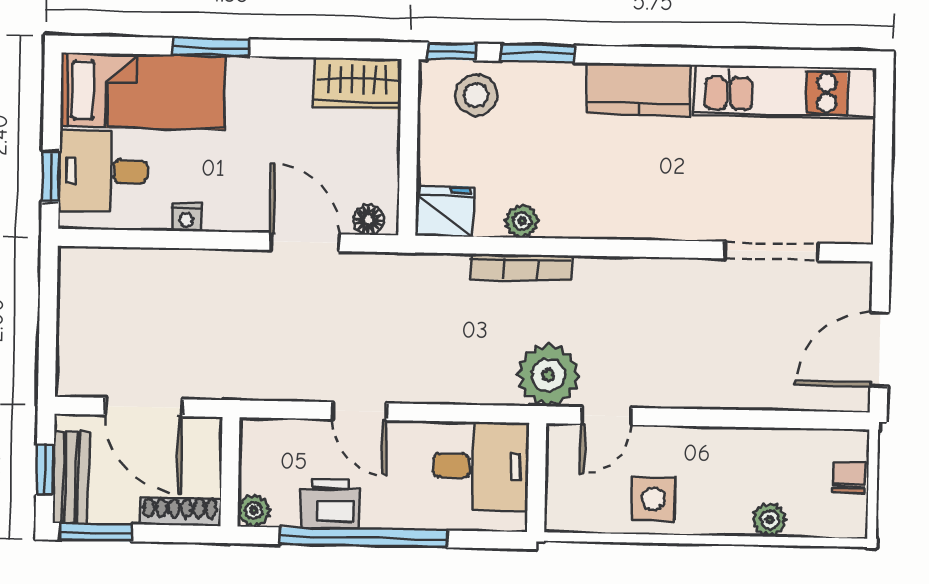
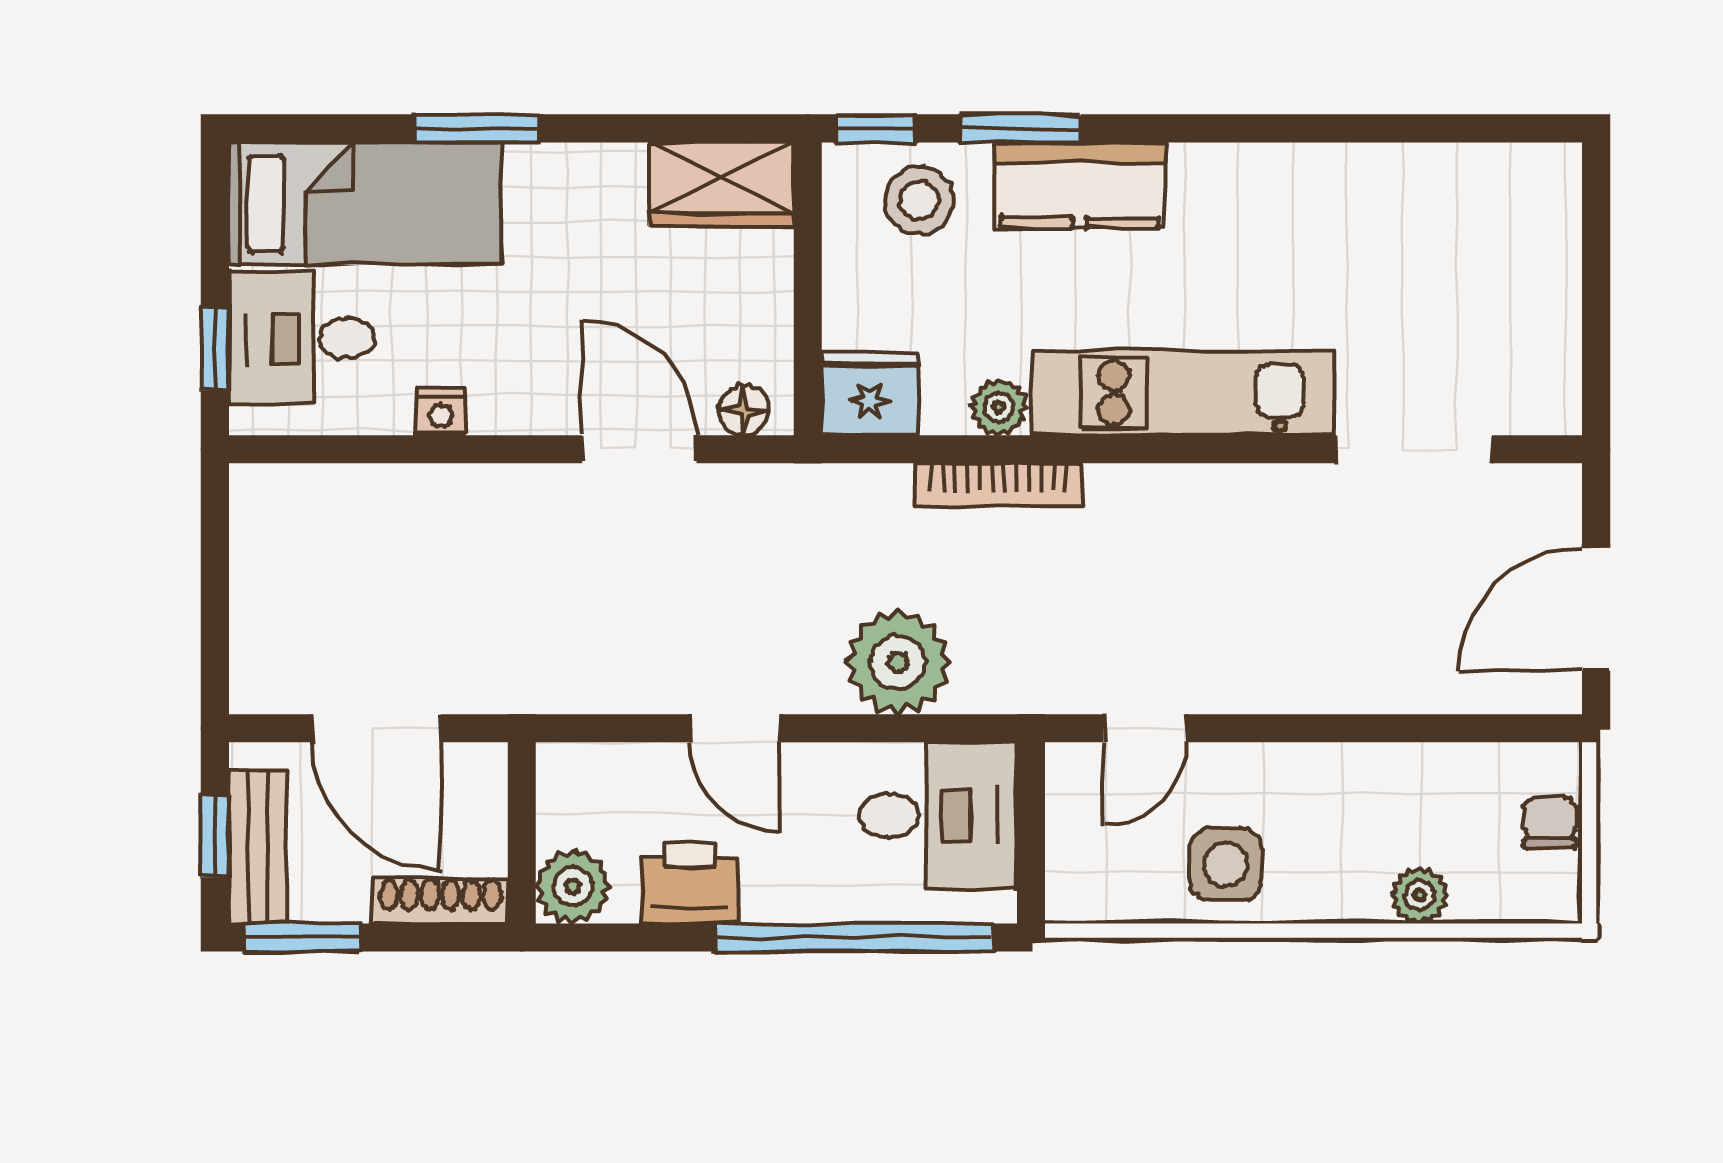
kitchen counter: (639, 89) -> (1080, 185), moved
kitchen unit: (785, 92) -> (1183, 393), moved, turned 180
plant: (548, 375) -> (898, 662), moved
plant: (254, 510) -> (573, 886), width x1.38, depth x1.38
window: (363, 537) -> (854, 938), moved

